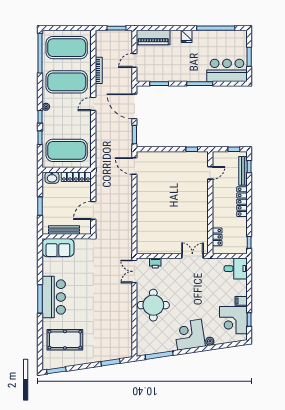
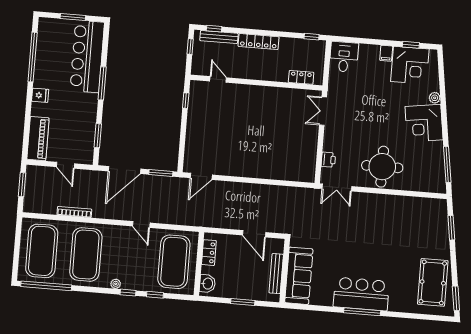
bar counter: (227, 70) -> (87, 56), width x1.36
door: (93, 104) -> (141, 225), moved
locker: (76, 177) -> (209, 253), width x0.66
sofa: (58, 248) -> (299, 276), width x1.36
pool table: (65, 340) -> (433, 282), moved

